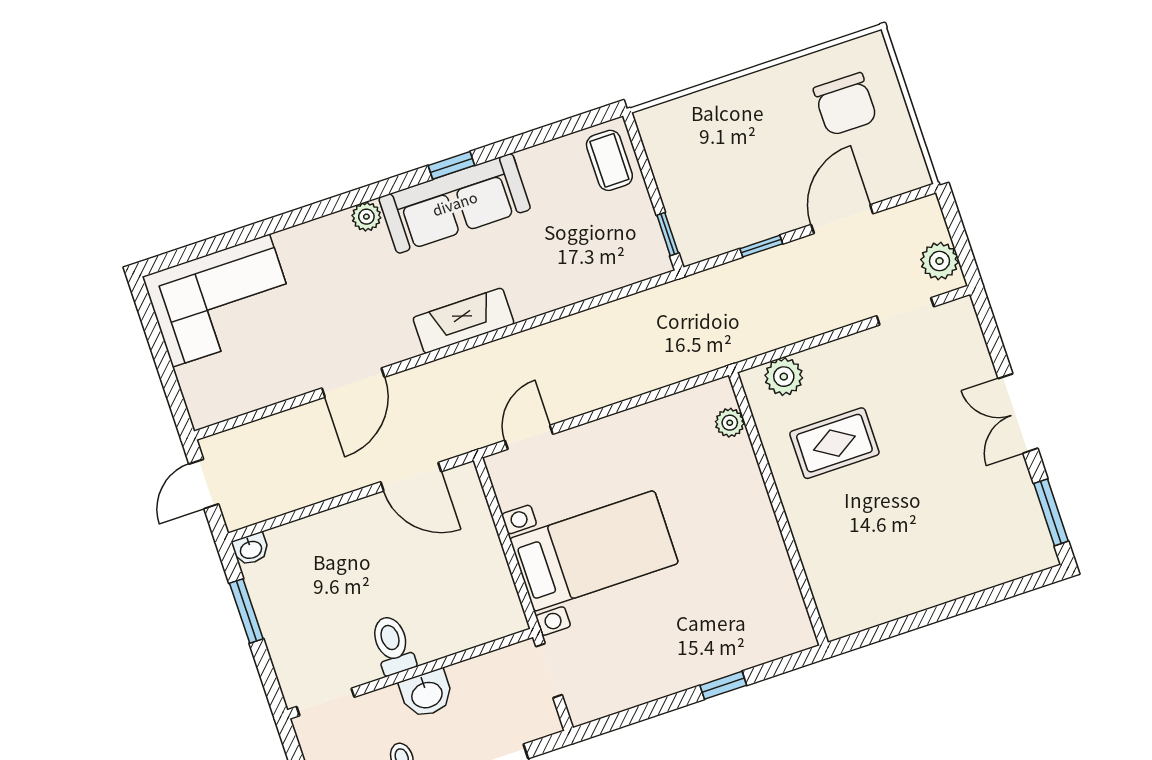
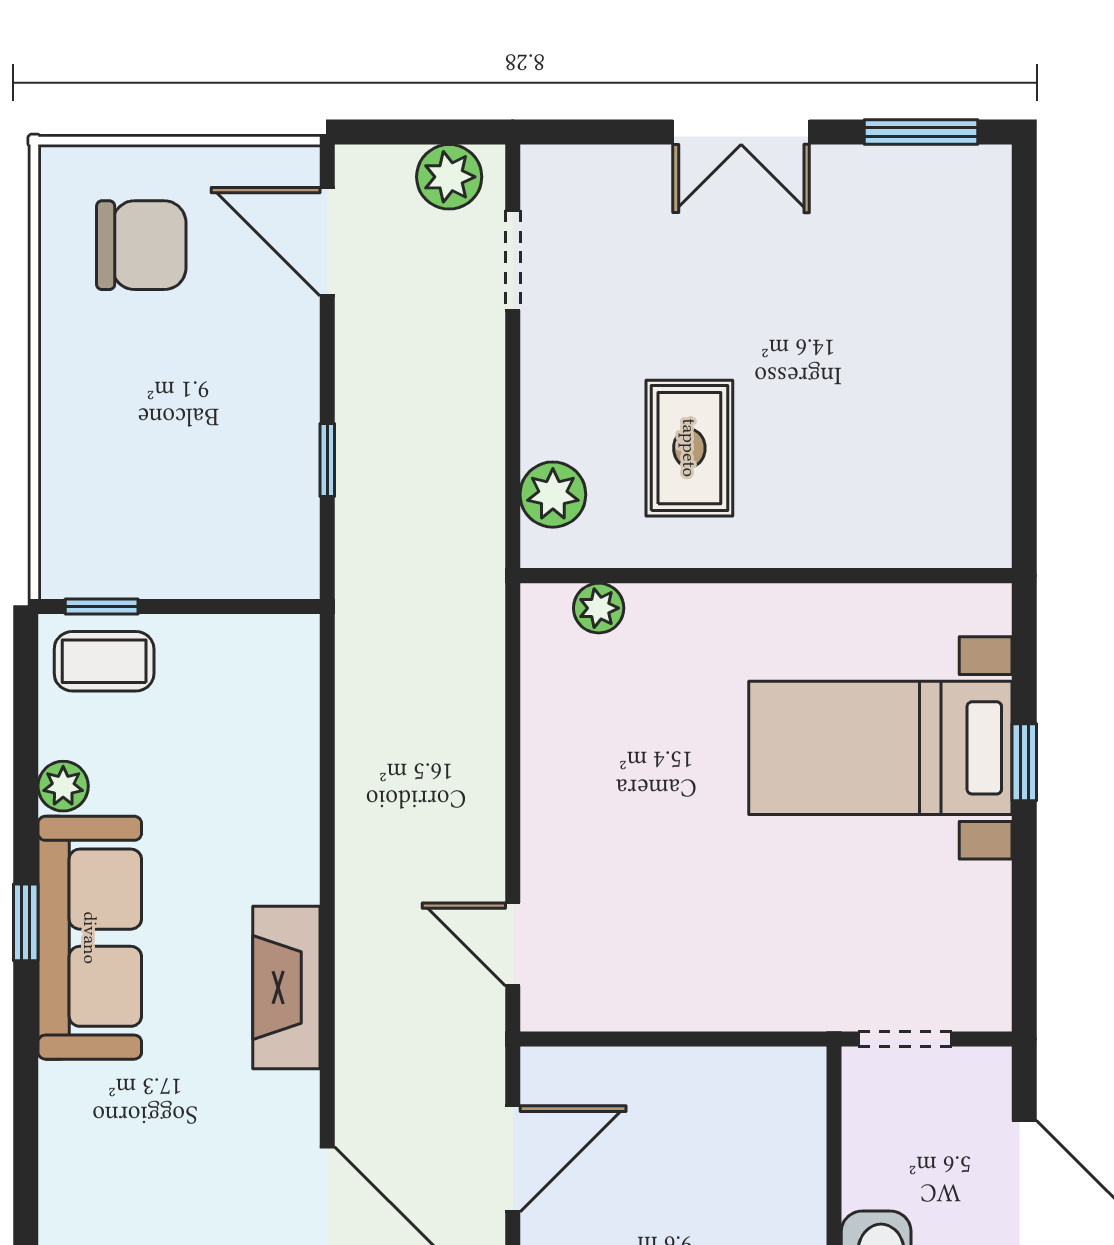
plant: (366, 217) -> (63, 786), moved
door: (842, 219) -> (327, 242), moved
window: (668, 234) -> (102, 607), moved
bed with nightstands: (594, 551) -> (880, 748), moved, turned -90

